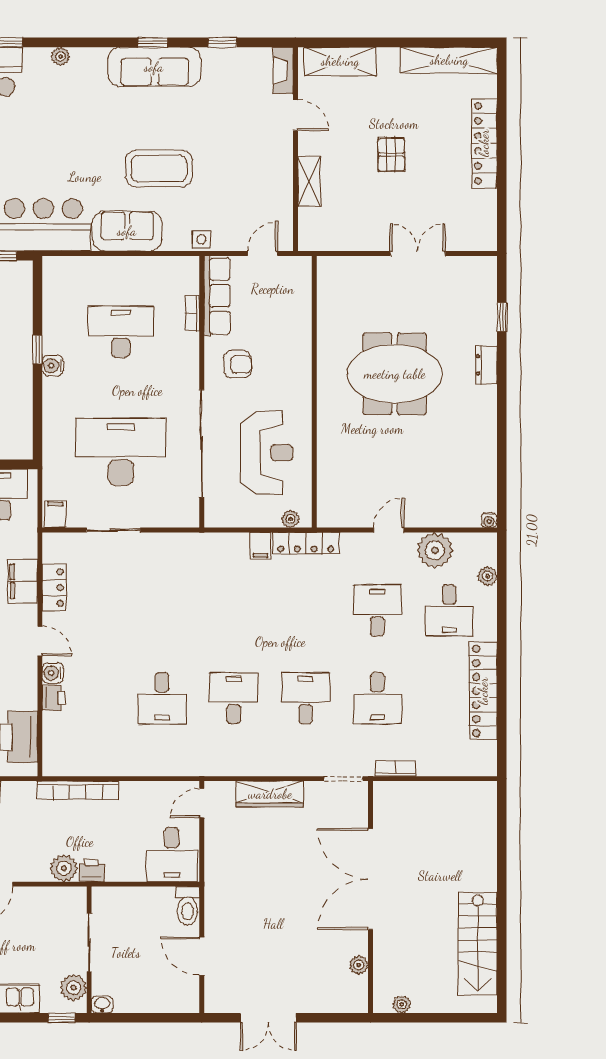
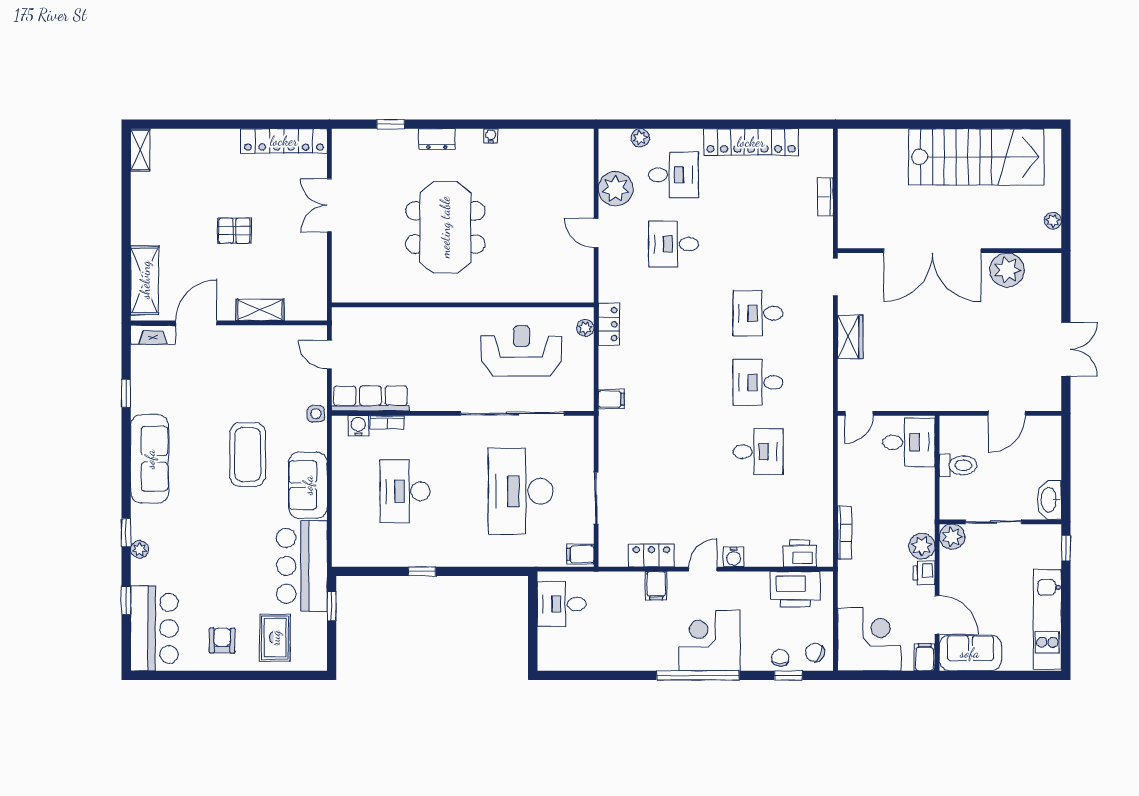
window: (153, 42) -> (126, 533), moved
shelving: (449, 60) -> (140, 150), width x0.45, depth x0.75
door: (295, 115) -> (196, 323), width x1.38
locker: (484, 143) -> (284, 141), moved
armchair: (238, 364) -> (436, 379), removed
water cooler: (53, 366) -> (358, 426), moved, turned 180
water cooler: (489, 520) -> (491, 136), moved, turned -90
locker: (306, 543) -> (609, 324), width x0.66
filing cabinet: (260, 546) -> (611, 399), moved
filing cabinet: (23, 581) -> (656, 586), width x0.50
printer: (54, 698) -> (800, 553), moved, width x1.36, depth x1.24
desk: (377, 698) -> (758, 244), removed
bookcase: (395, 768) -> (826, 197), moved
bookcase: (78, 790) -> (845, 533), width x0.68, depth x0.76
wardrobe: (270, 794) -> (850, 337), width x0.67
door: (202, 803) -> (859, 413), hinge flipped
printer: (92, 870) -> (924, 573), moved
toilet: (188, 906) -> (958, 465), moved
stairs: (478, 944) -> (976, 157), width x1.36, depth x1.51
plant: (359, 965) -> (1007, 270), width x1.88, depth x1.88
plant: (74, 988) -> (952, 537), moved
washbasin: (102, 1004) -> (1049, 500), width x1.91, depth x1.45

